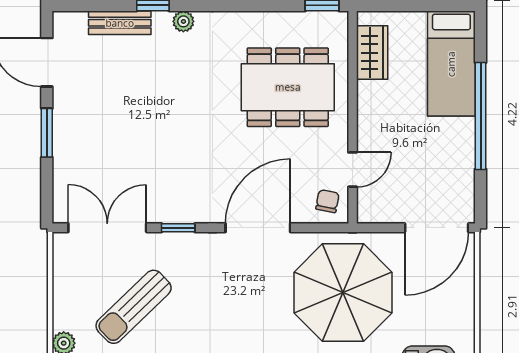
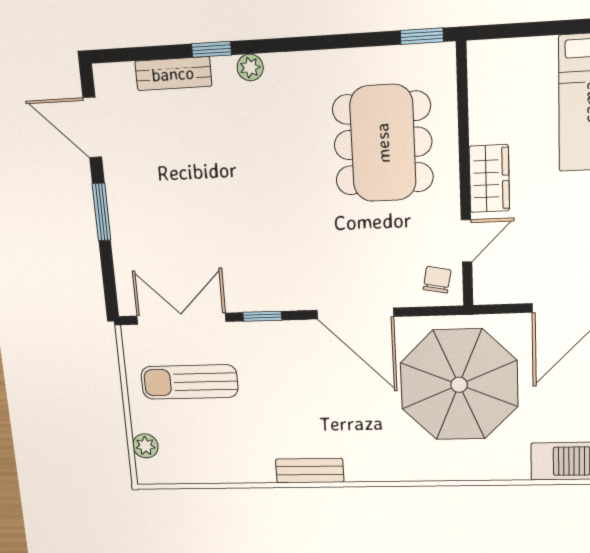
wardrobe: (372, 53) -> (489, 179), moved
dining table: (288, 87) -> (383, 143), turned 90
door: (258, 228) -> (355, 313), swing flipped
sun lounger: (134, 307) -> (189, 382), moved, turned 44

